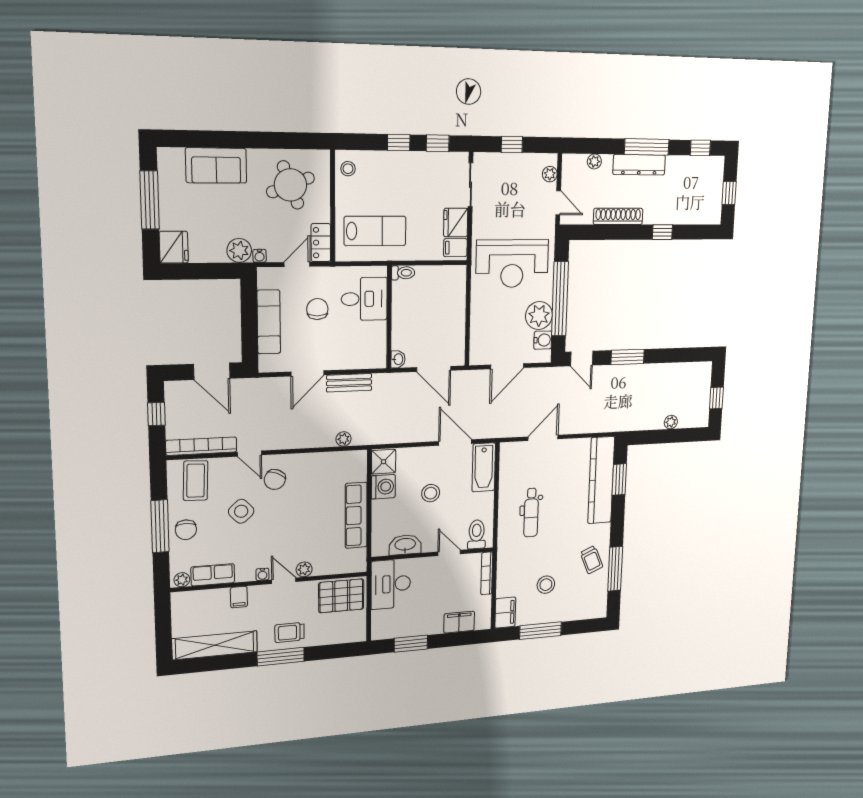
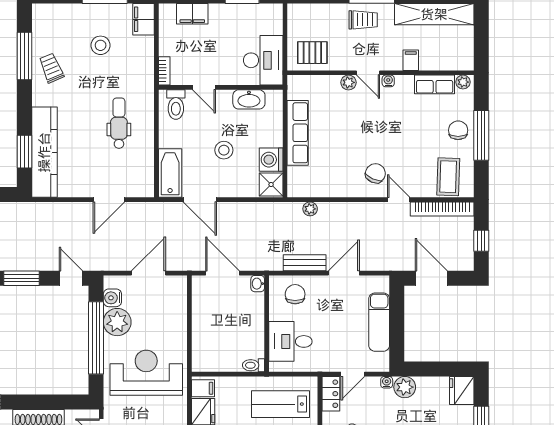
chair: (317, 309) -> (295, 294), moved, turned 180
side table: (241, 511) -> (407, 145), removed
bookcase: (487, 573) -> (164, 71), width x0.64
pallet: (341, 596) -> (312, 53), width x0.67, depth x0.71

